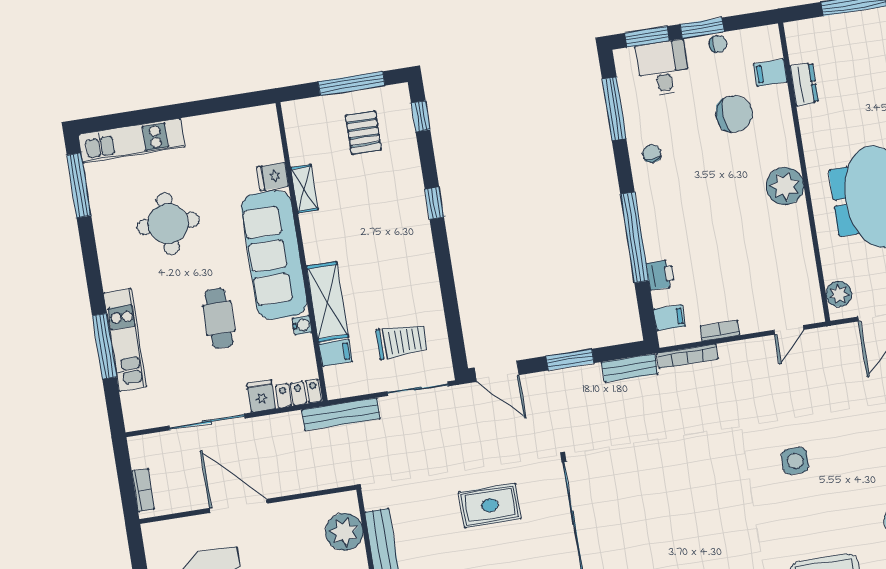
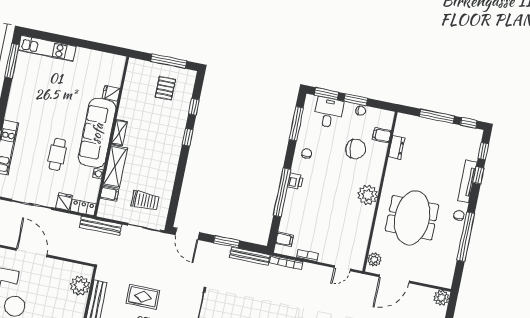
window: (421, 116) -> (194, 107), moved
shelving: (304, 189) -> (119, 133), moved
round table: (168, 224) -> (50, 97), removed
printer: (660, 275) -> (295, 181), moved
bench: (630, 368) -> (250, 256), width x1.36
rug: (490, 505) -> (143, 297), moved

